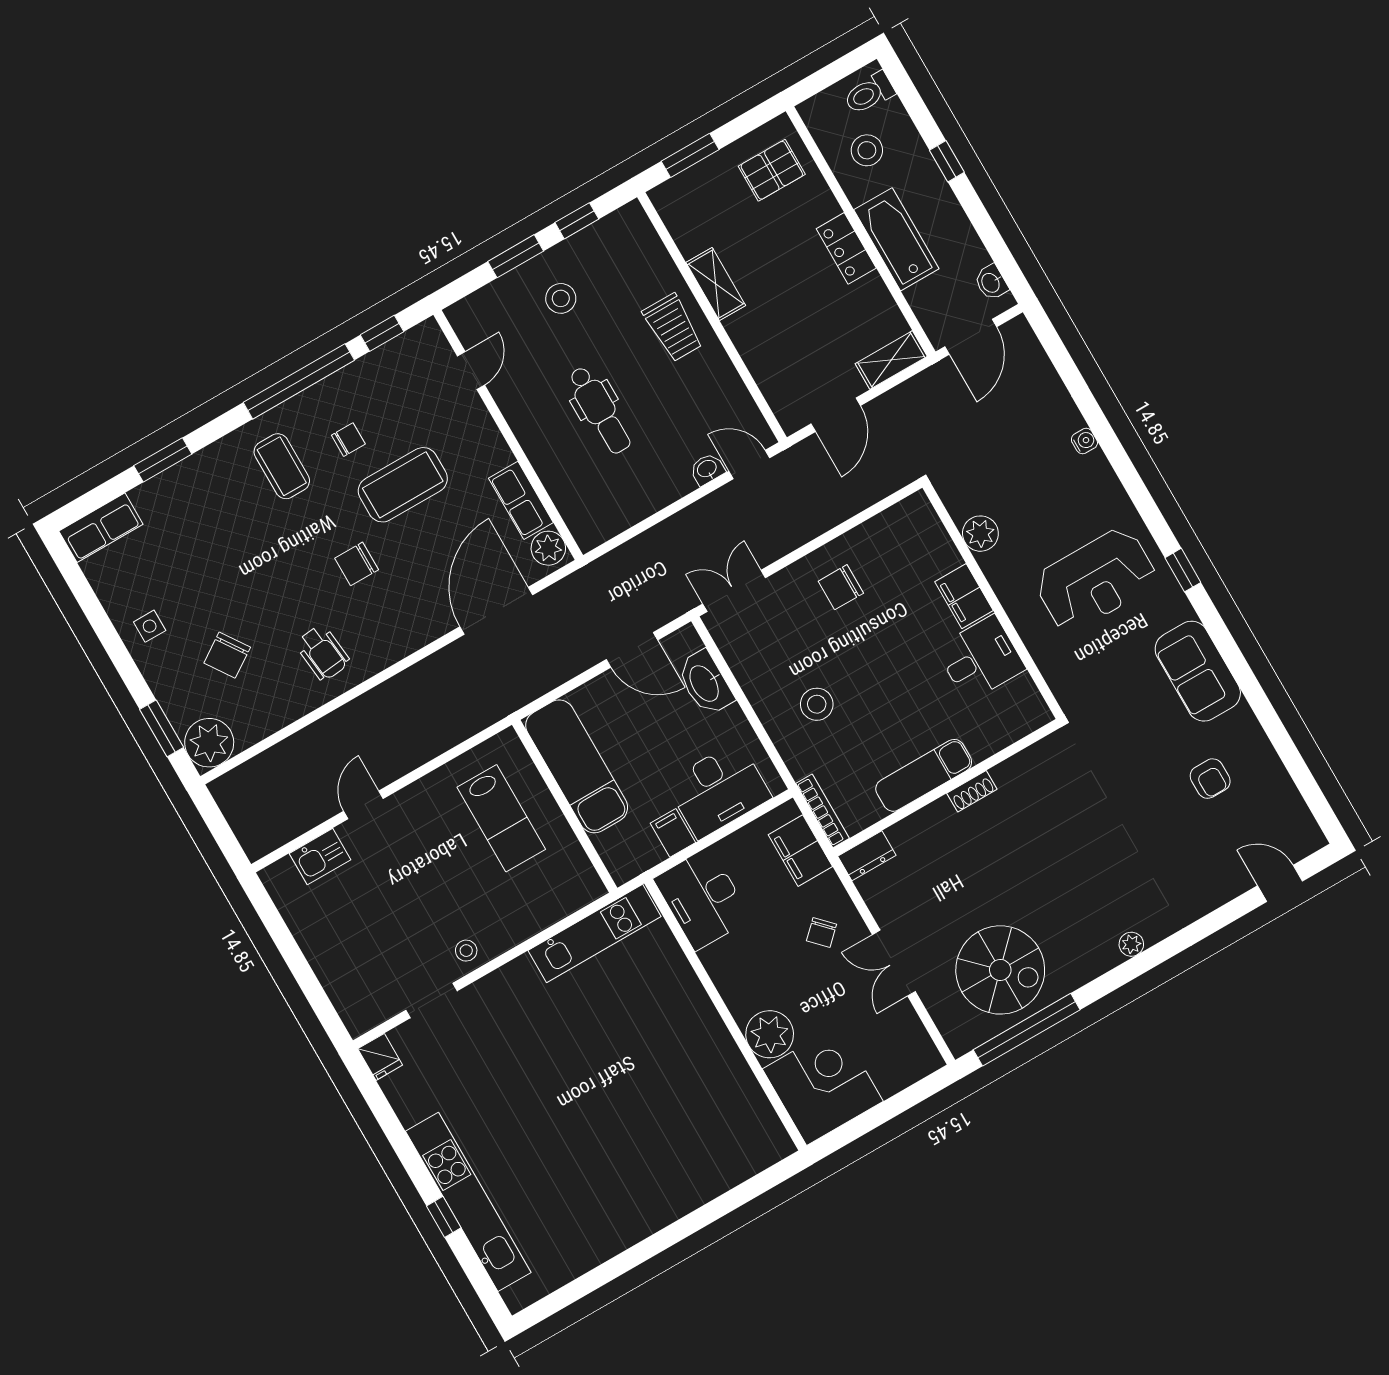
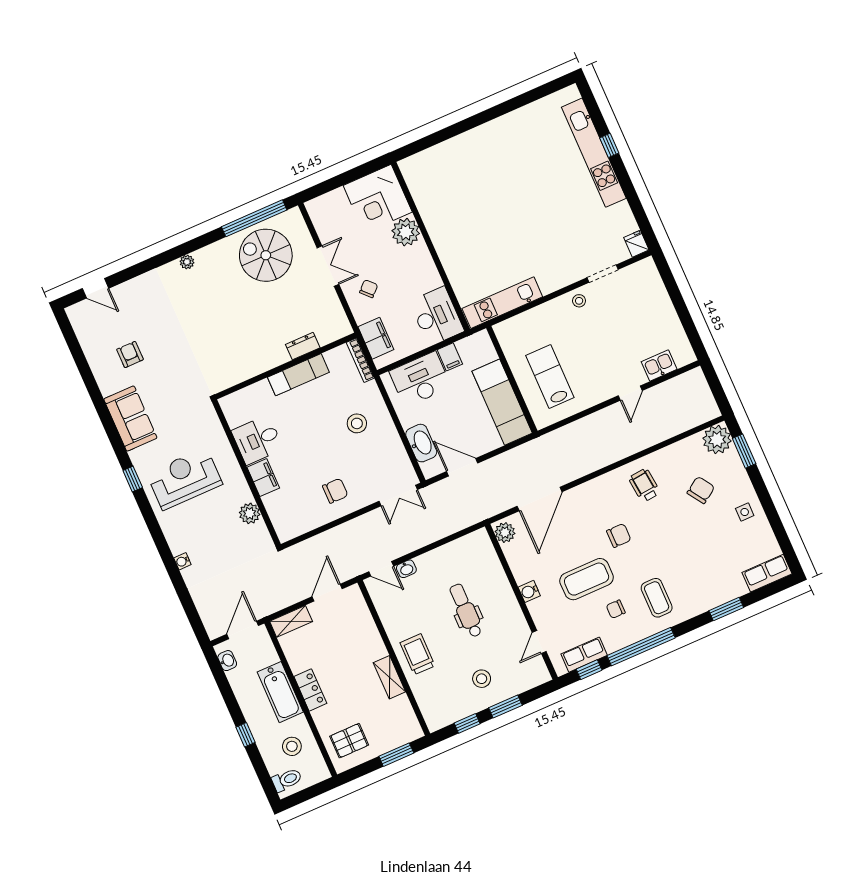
water cooler: (497, 454) -> (529, 591), added
row of seats: (521, 500) -> (584, 655), moved, turned -90
shoe rack: (972, 791) -> (271, 362), removed
dresser: (867, 856) -> (303, 346), moved

